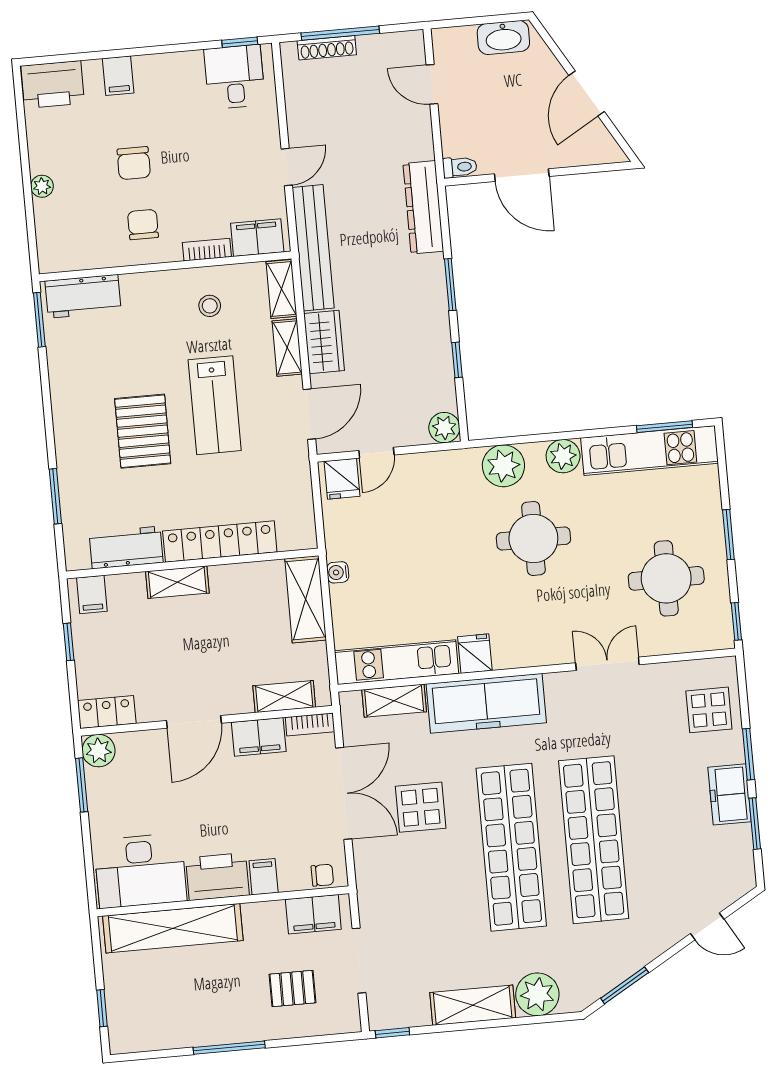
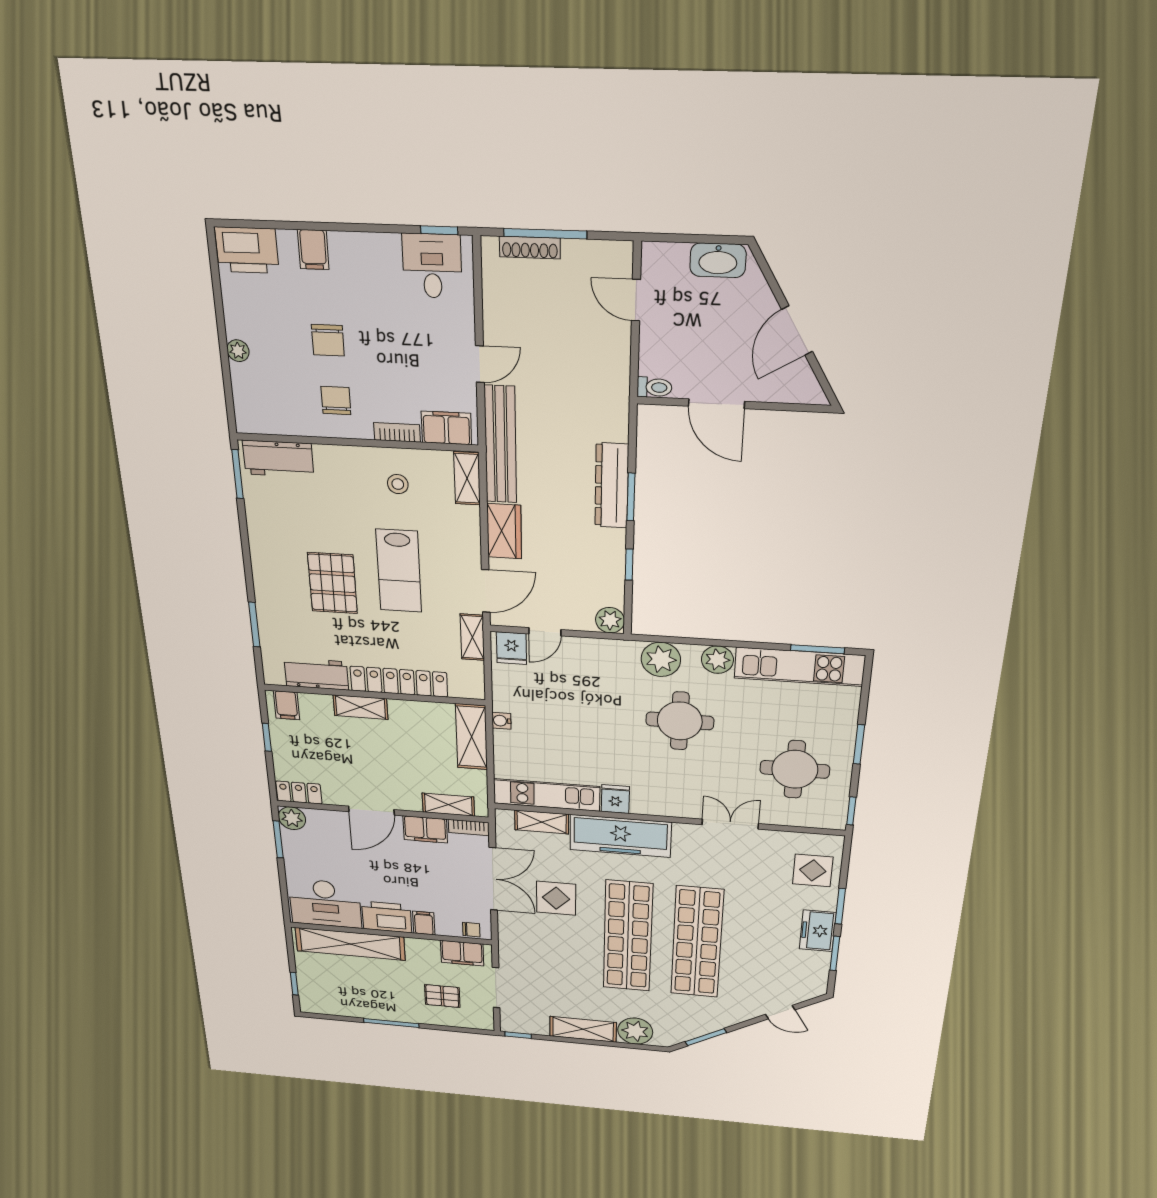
dresser: (423, 207) -> (612, 486), moved
shelving: (287, 347) -> (472, 637), moved

